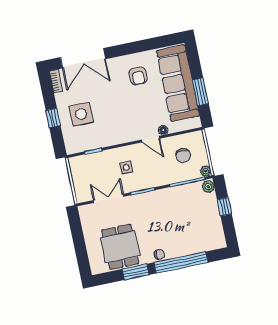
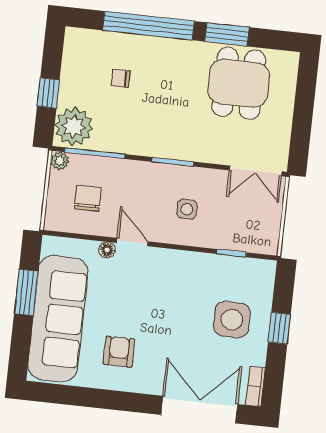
plant: (208, 187) -> (74, 126), width x1.88, depth x1.88
double door: (109, 198) -> (256, 171), moved
chair: (159, 255) -> (121, 78), moved

